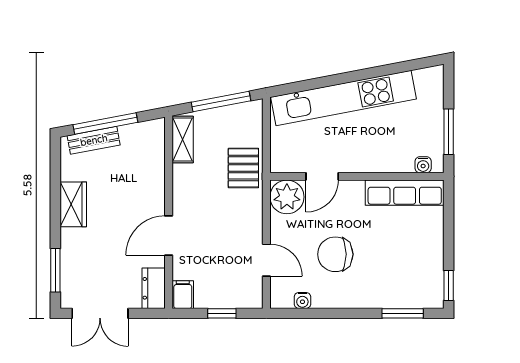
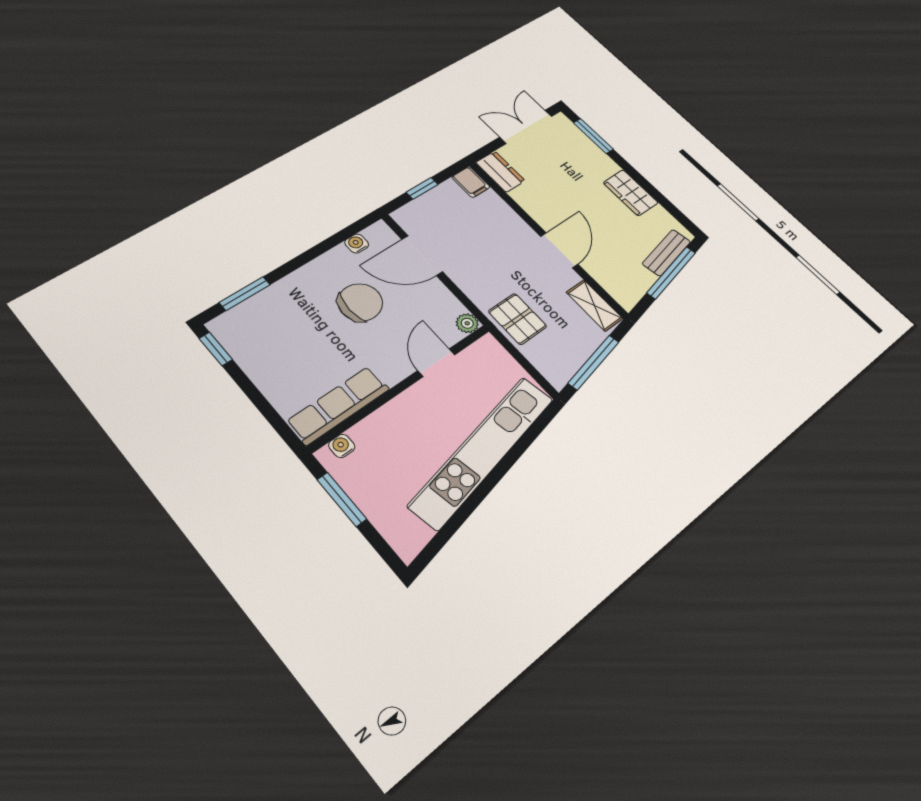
plant: (287, 197) -> (467, 323), width x0.53, depth x0.53
door: (169, 236) -> (559, 250), moved
door: (266, 260) -> (422, 256), width x1.38

